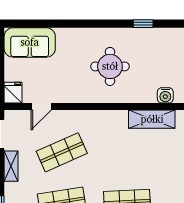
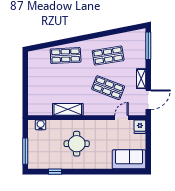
shelving: (152, 119) -> (68, 109), moved
shop shelf: (62, 152) -> (108, 88), turned 45

